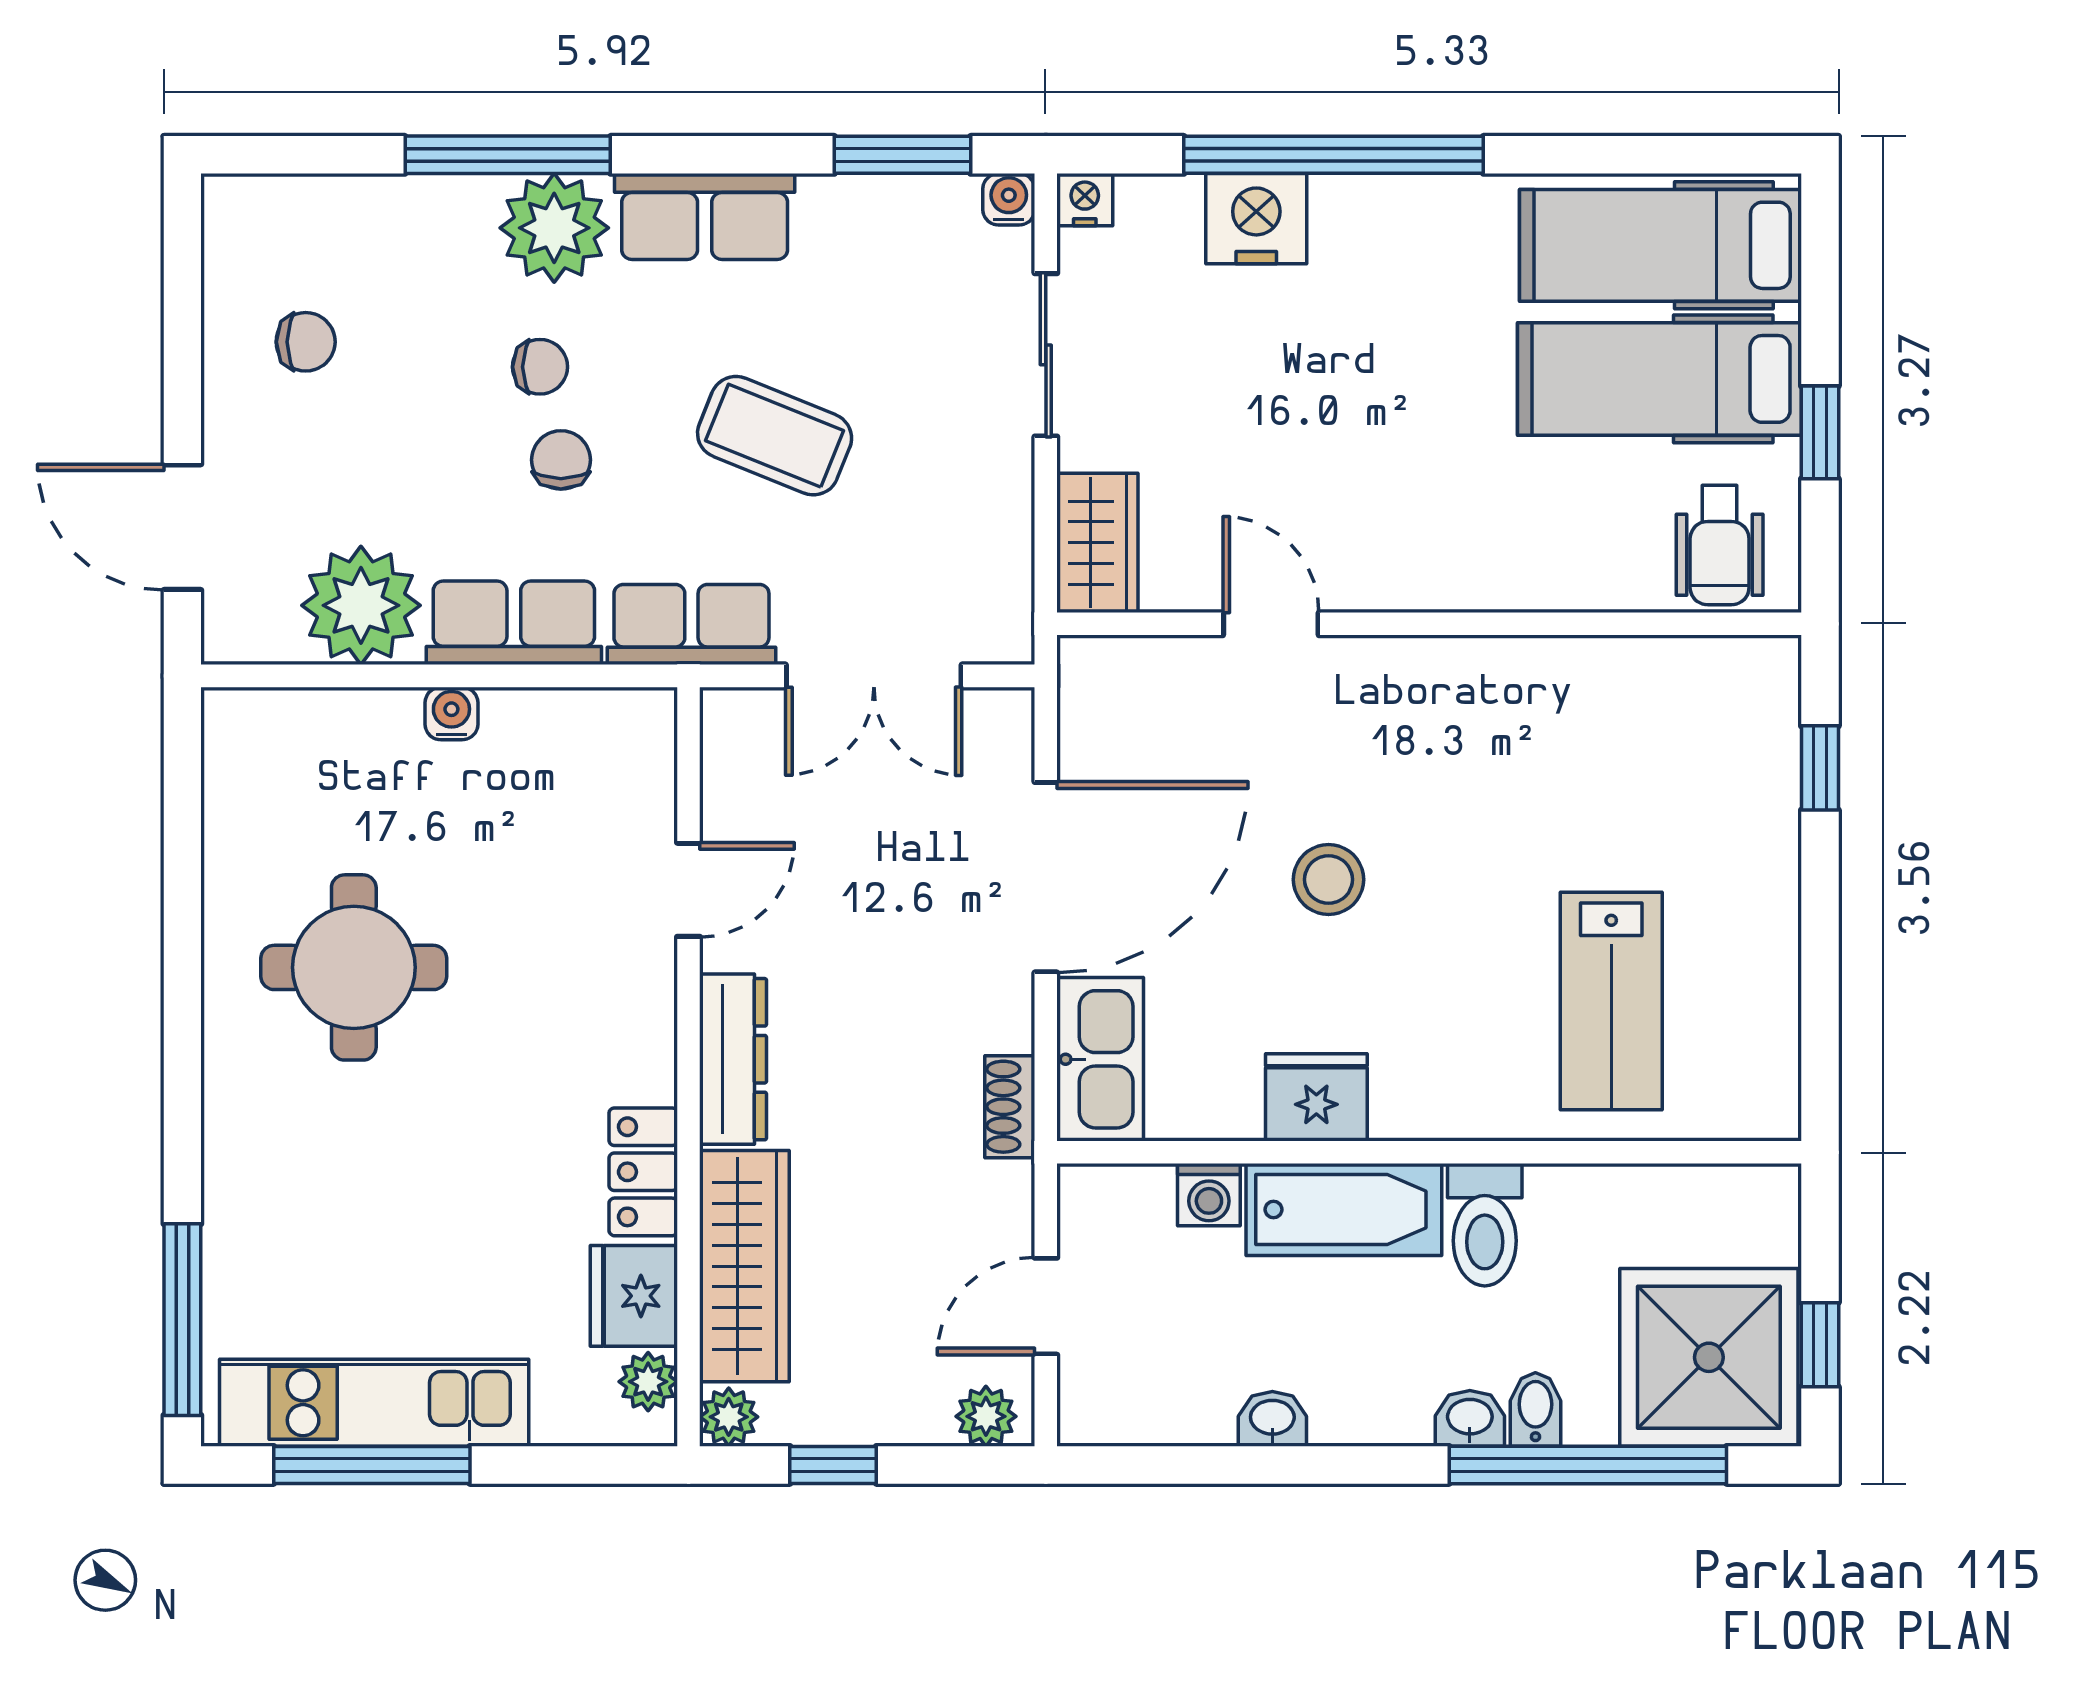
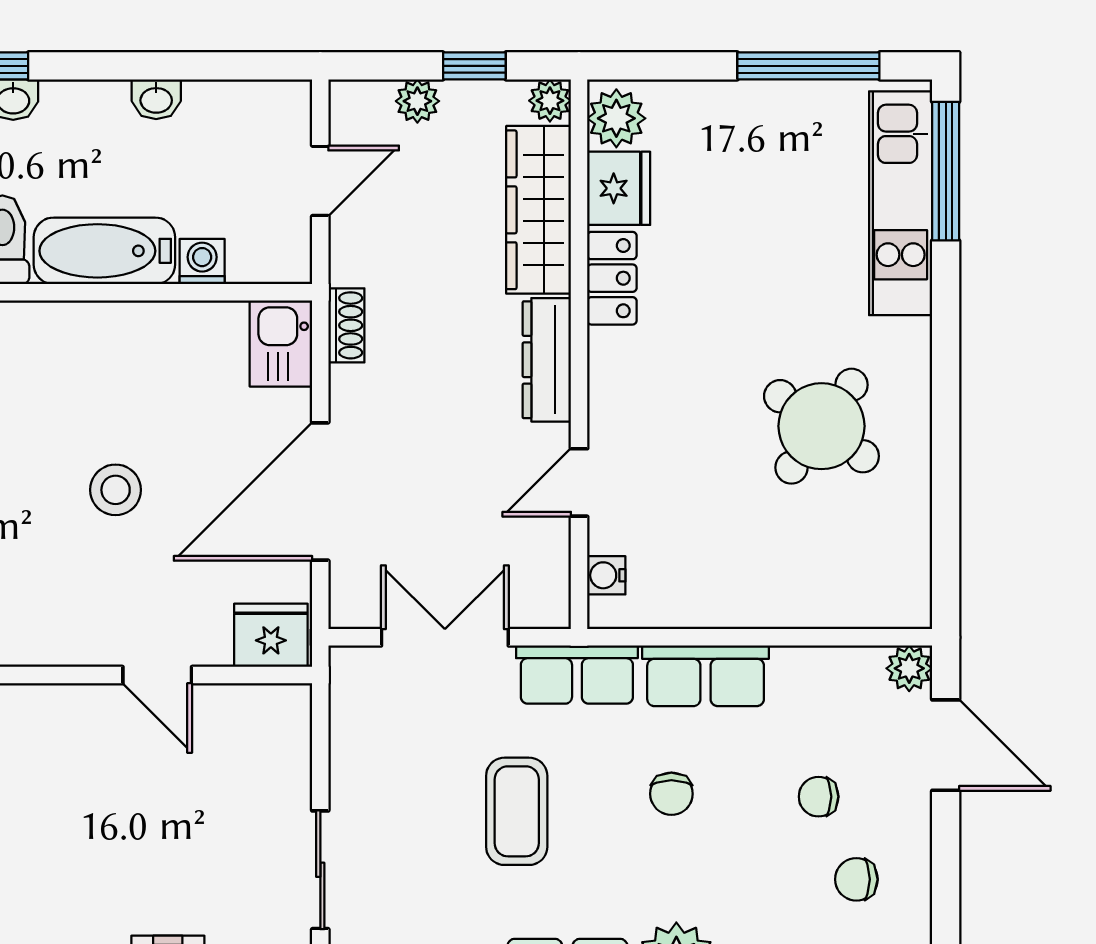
chair: (540, 367) -> (819, 797), moved
coffee table: (775, 436) -> (517, 811), turned 68
wardrobe: (1097, 543) -> (283, 734), removed
plant: (361, 605) -> (909, 668), moved, width x0.53, depth x0.53
water cooler: (451, 713) -> (606, 575), moved, turned 90
round table: (354, 967) -> (821, 426), turned 36
kitchen sink: (1100, 1059) -> (281, 344), width x0.73
fridge: (1316, 1097) -> (271, 635), moved, turned 180
plant: (648, 1382) -> (616, 118), width x1.38, depth x1.38
kitchen unit: (374, 1403) -> (901, 203), moved, turned 90
plant: (986, 1416) -> (417, 101), moved

